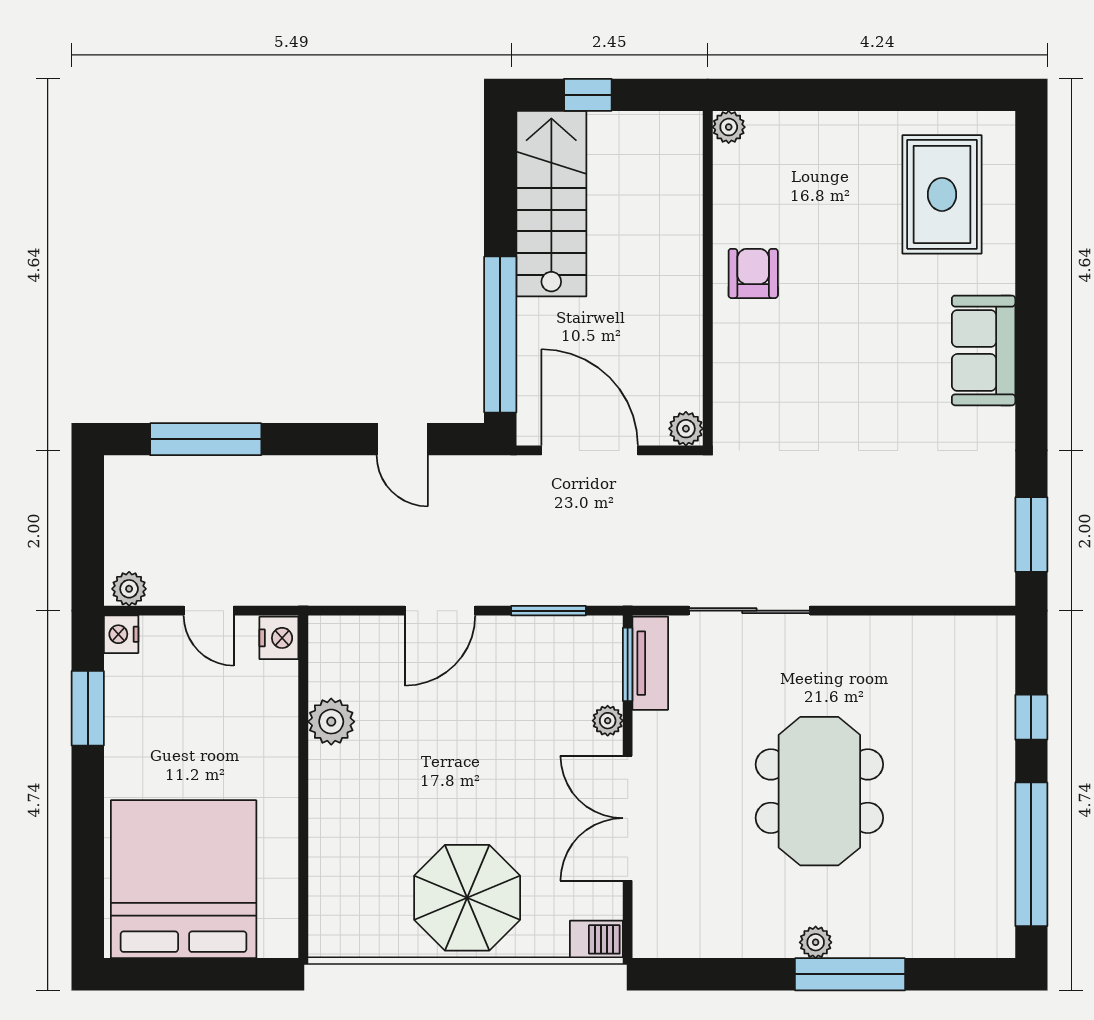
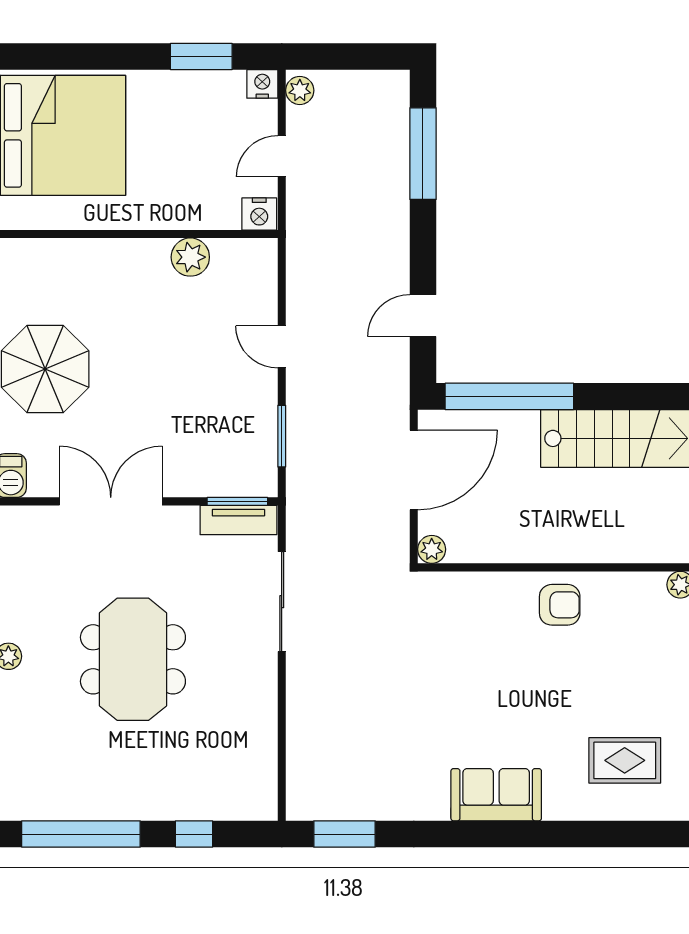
rug: (942, 194) -> (625, 760), width x0.73, depth x0.70
door: (440, 611) -> (282, 347), width x0.73
plant: (608, 721) -> (191, 485), removed
meeting table: (819, 791) -> (133, 659), turned 90

